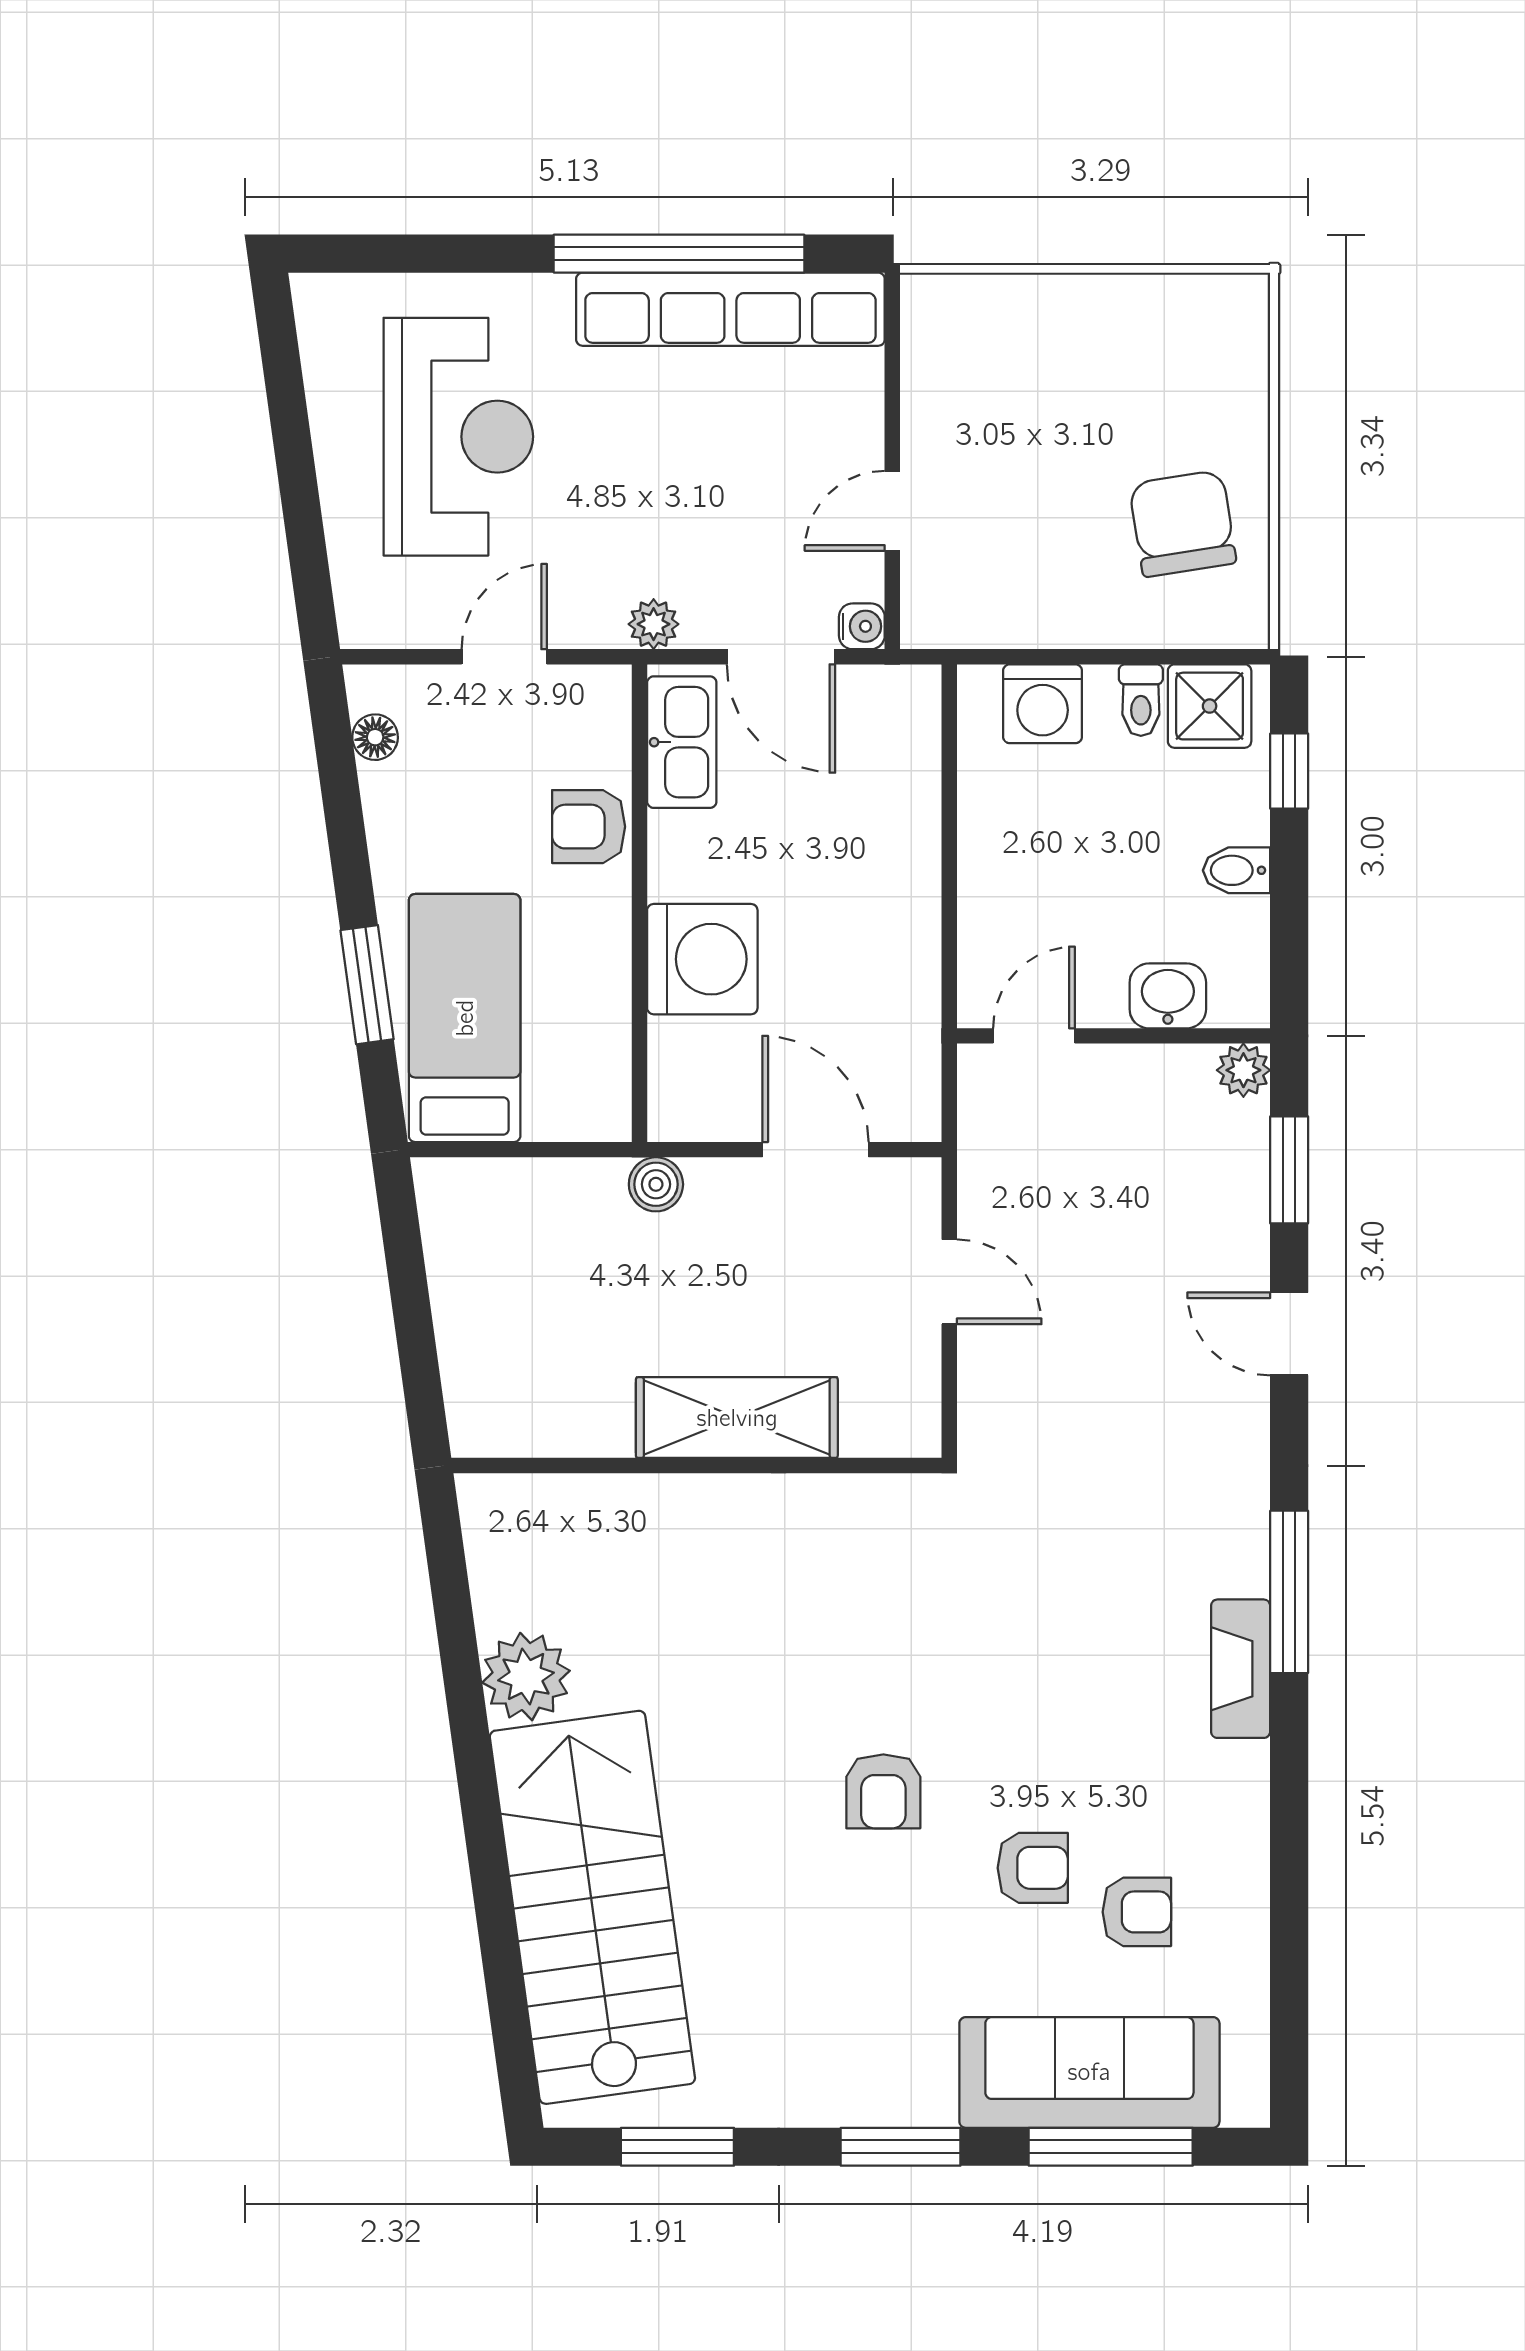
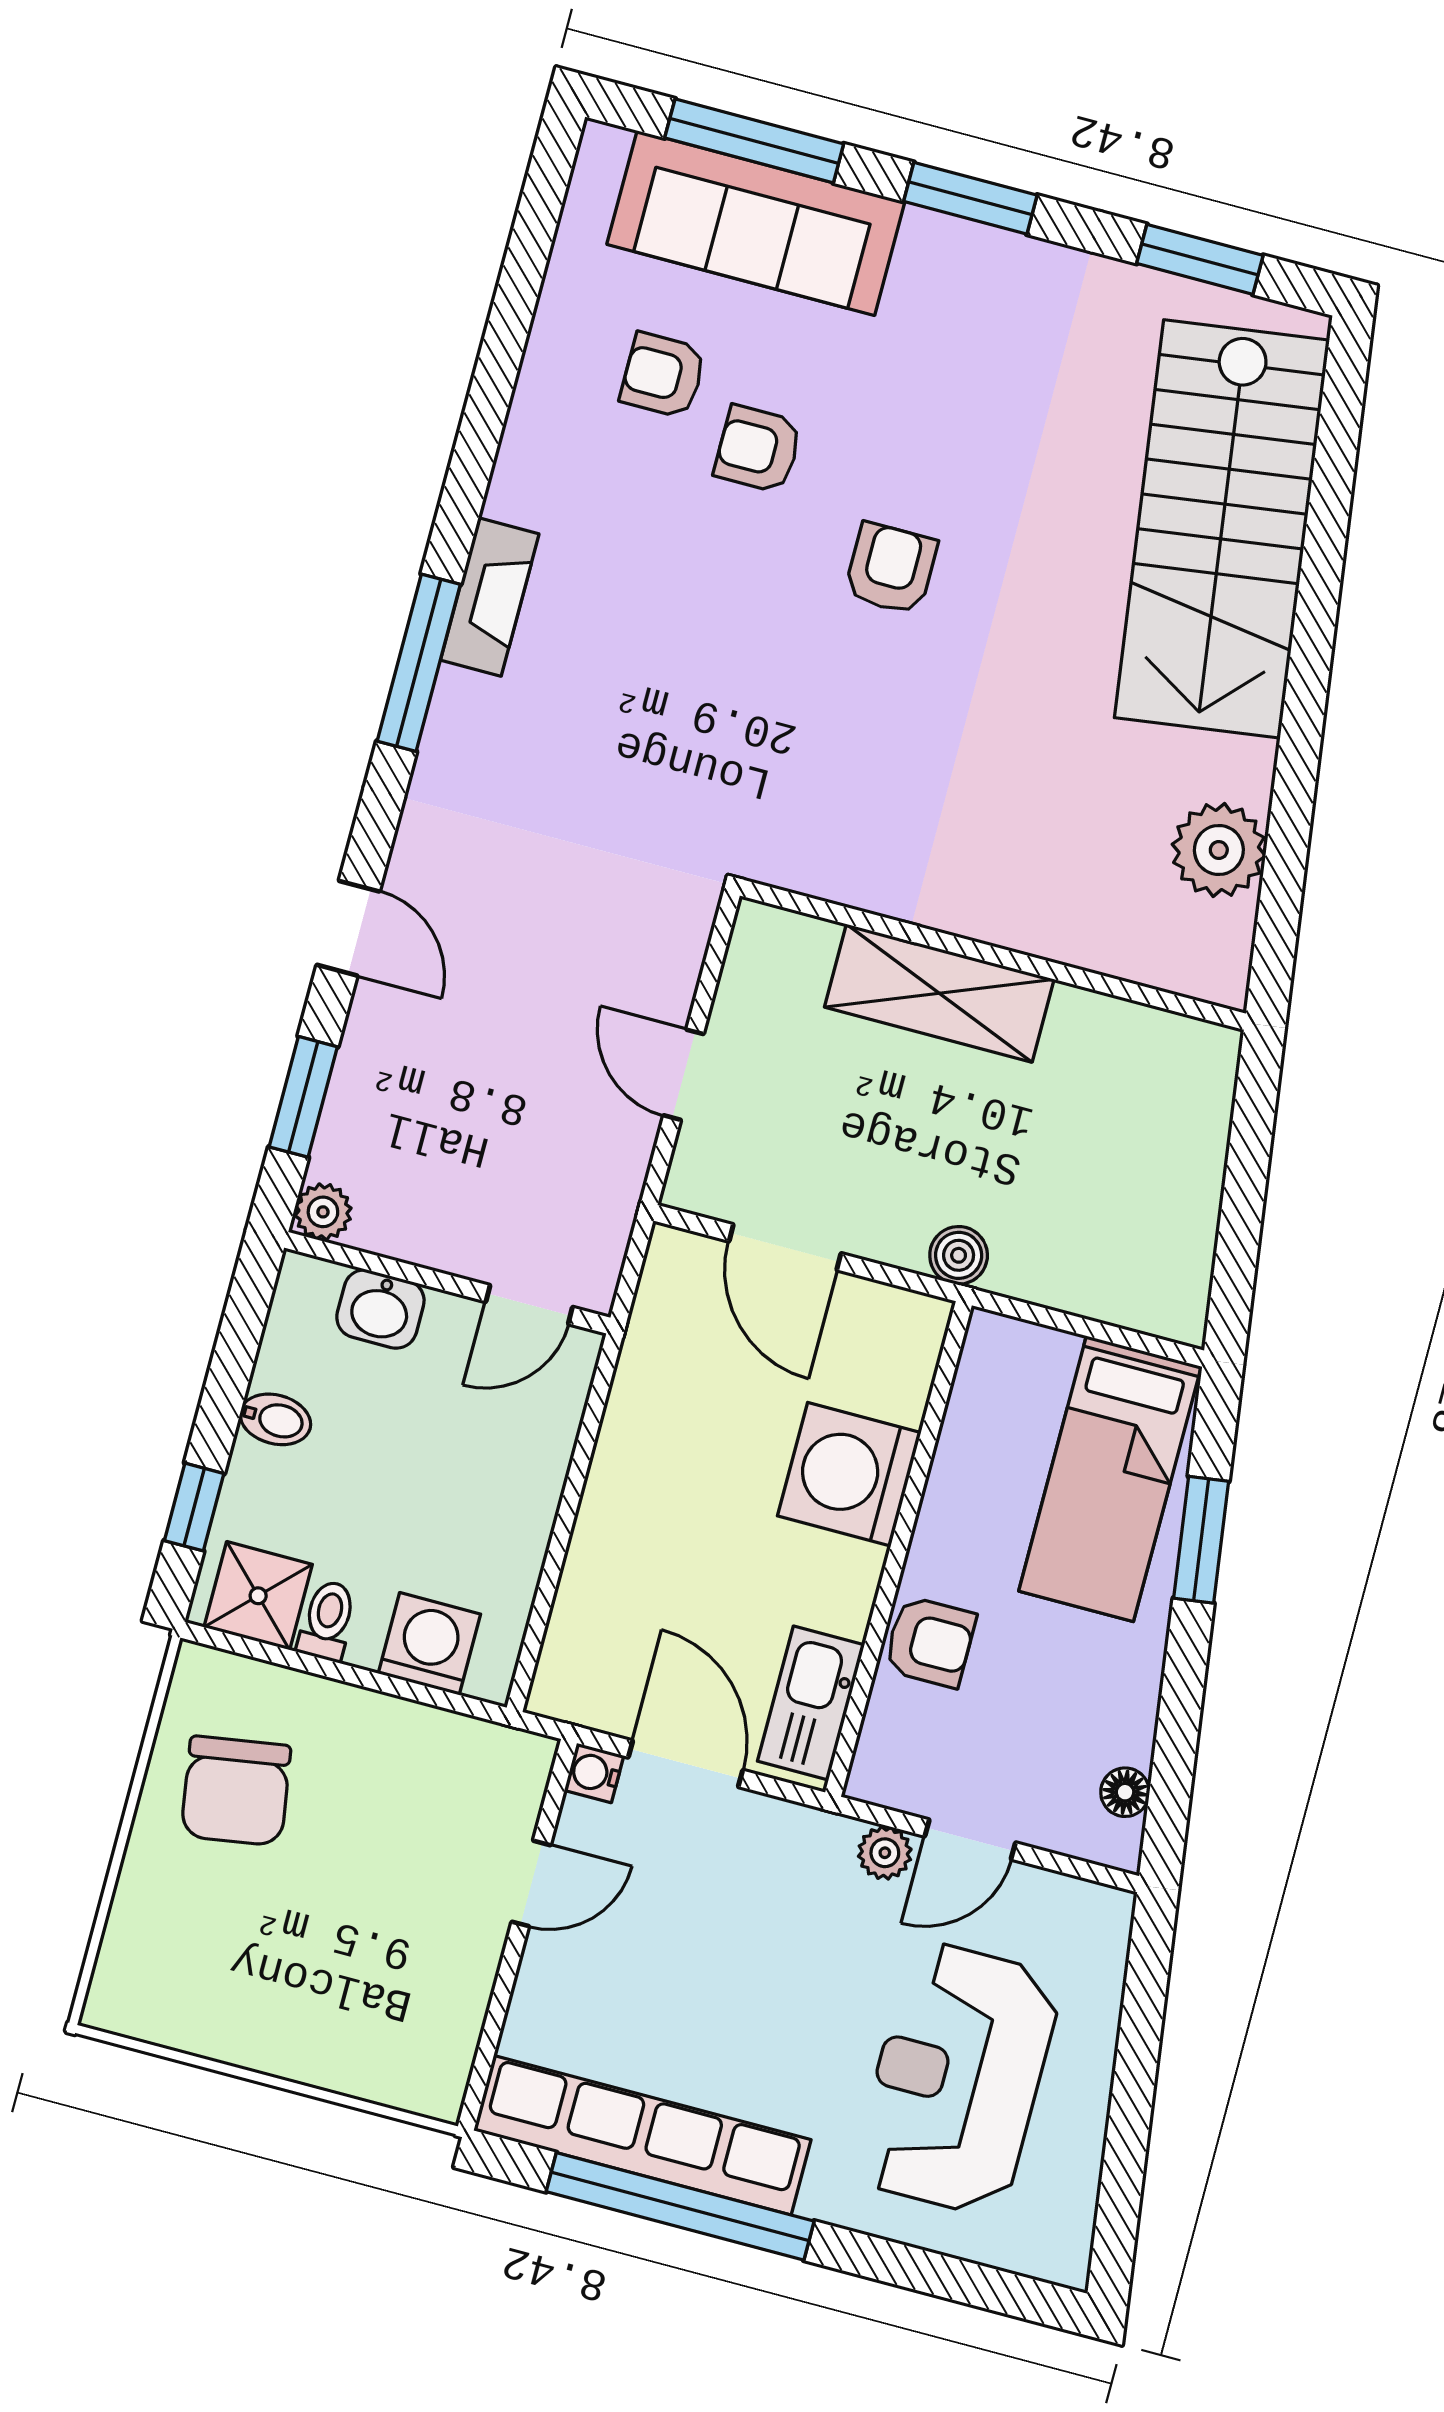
plant: (654, 624) -> (885, 1853), moved
plant: (526, 1677) -> (1219, 850), moved

